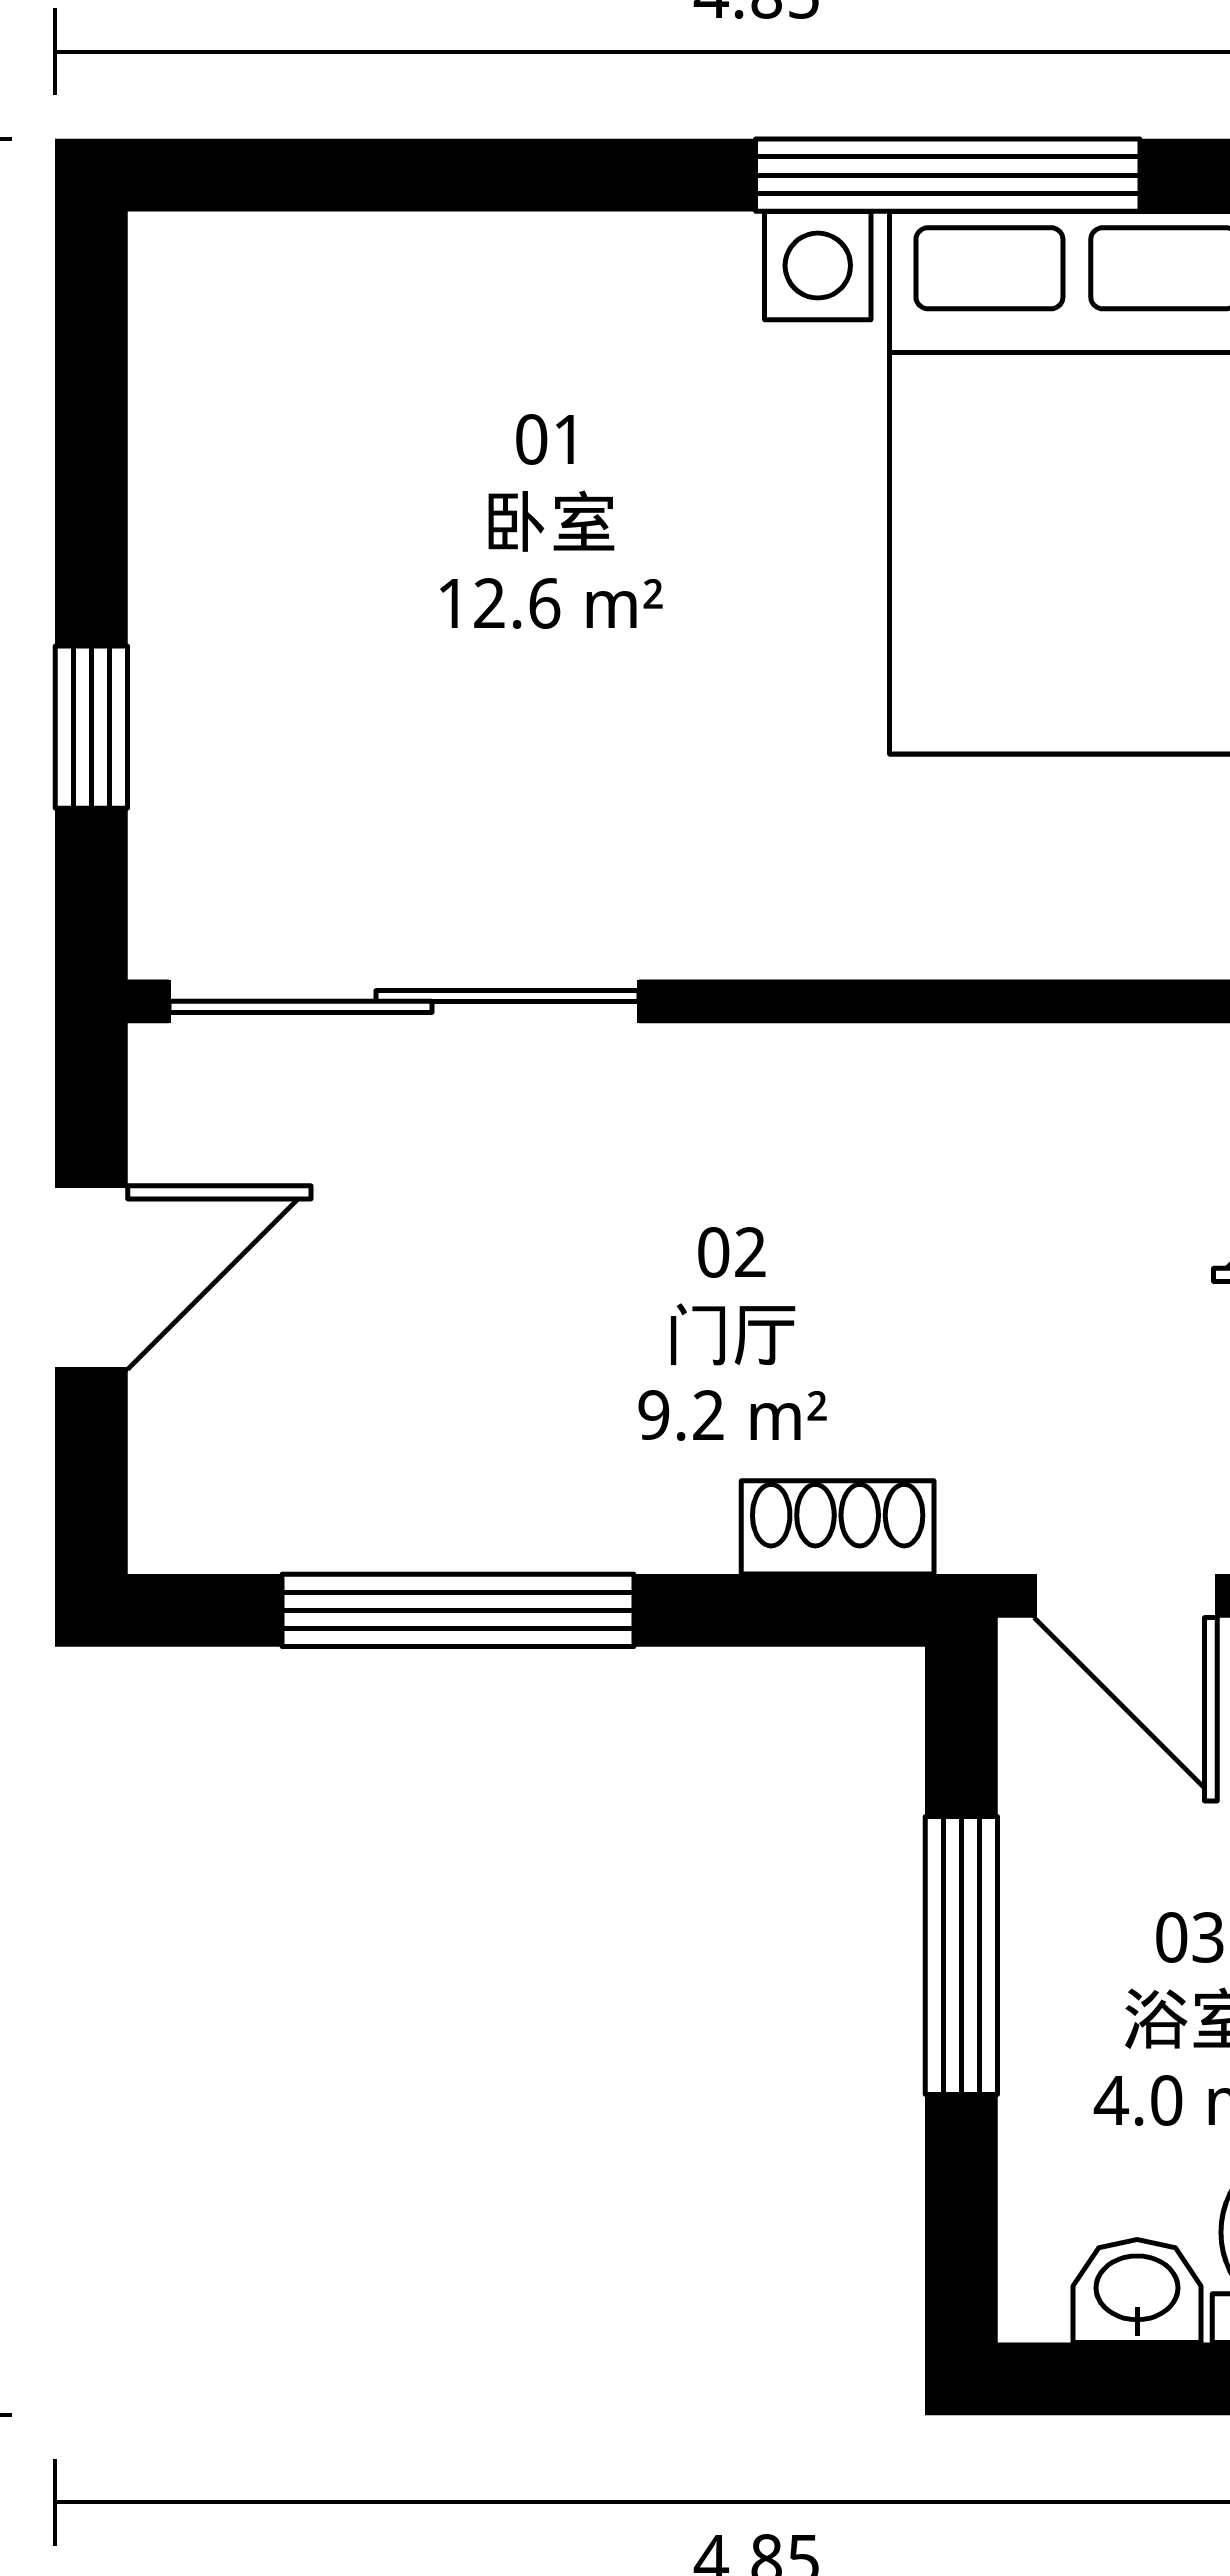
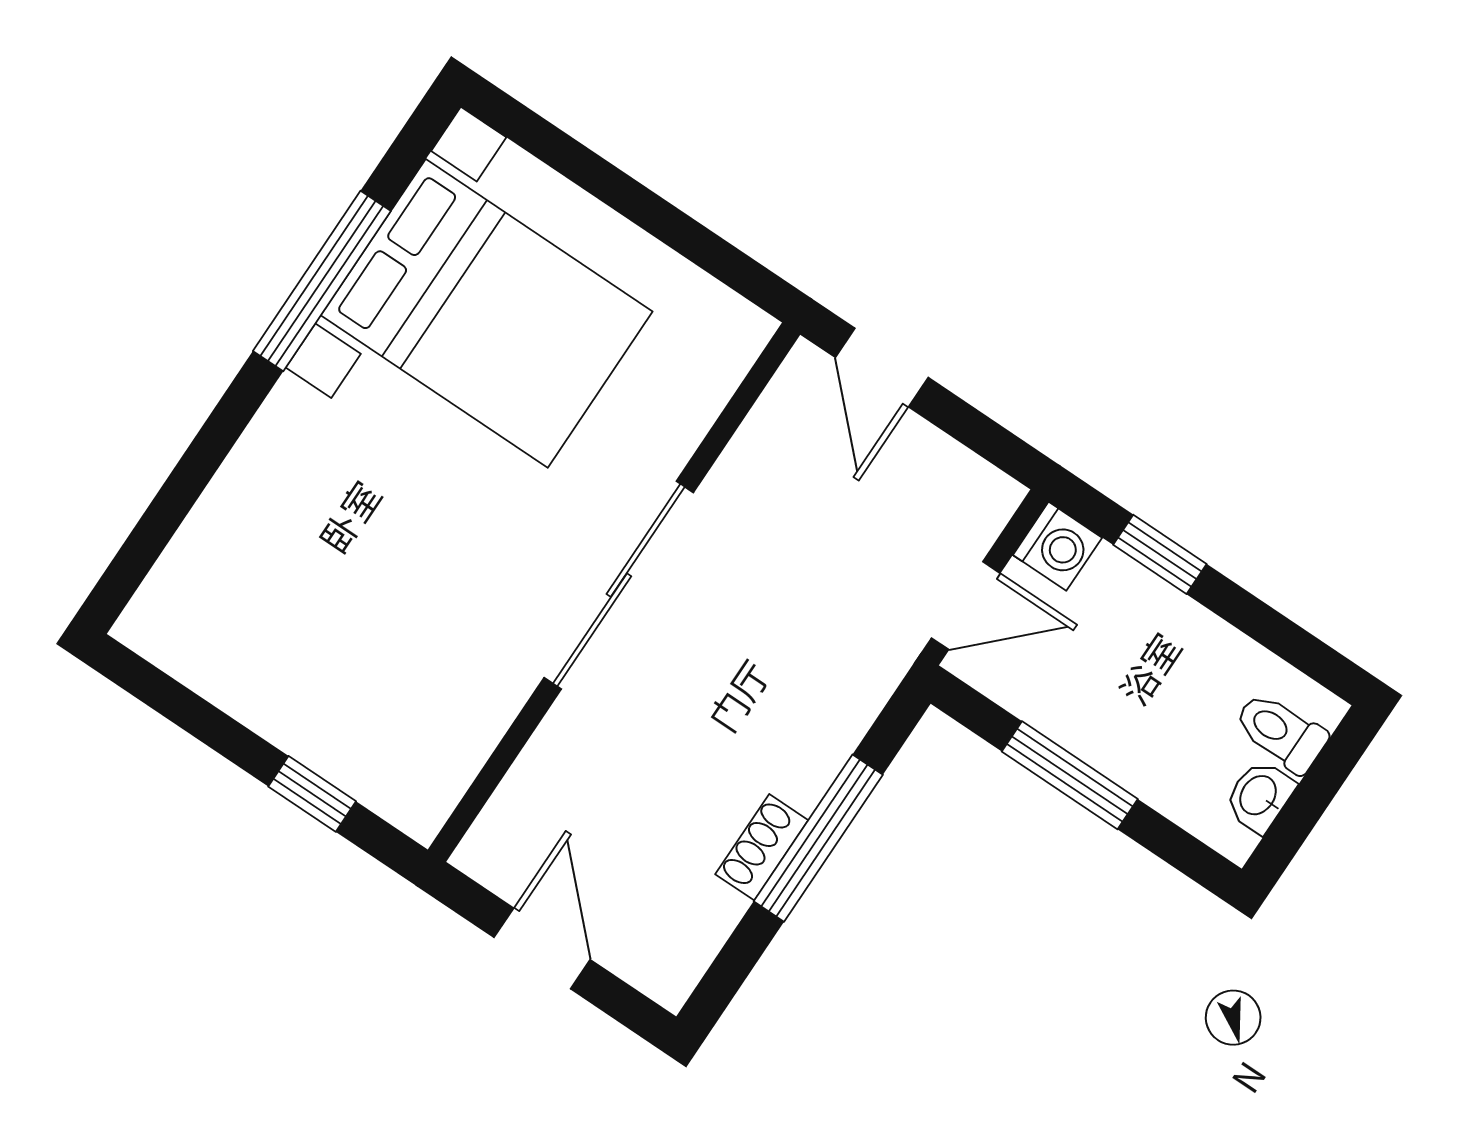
sliding door: (404, 1001) -> (619, 585), moved
shoe rack: (838, 1527) -> (762, 847), moved
window: (458, 1610) -> (818, 838), moved

